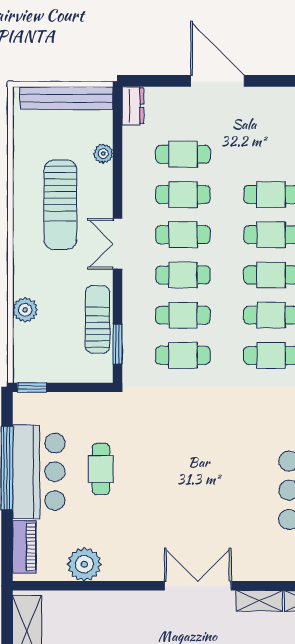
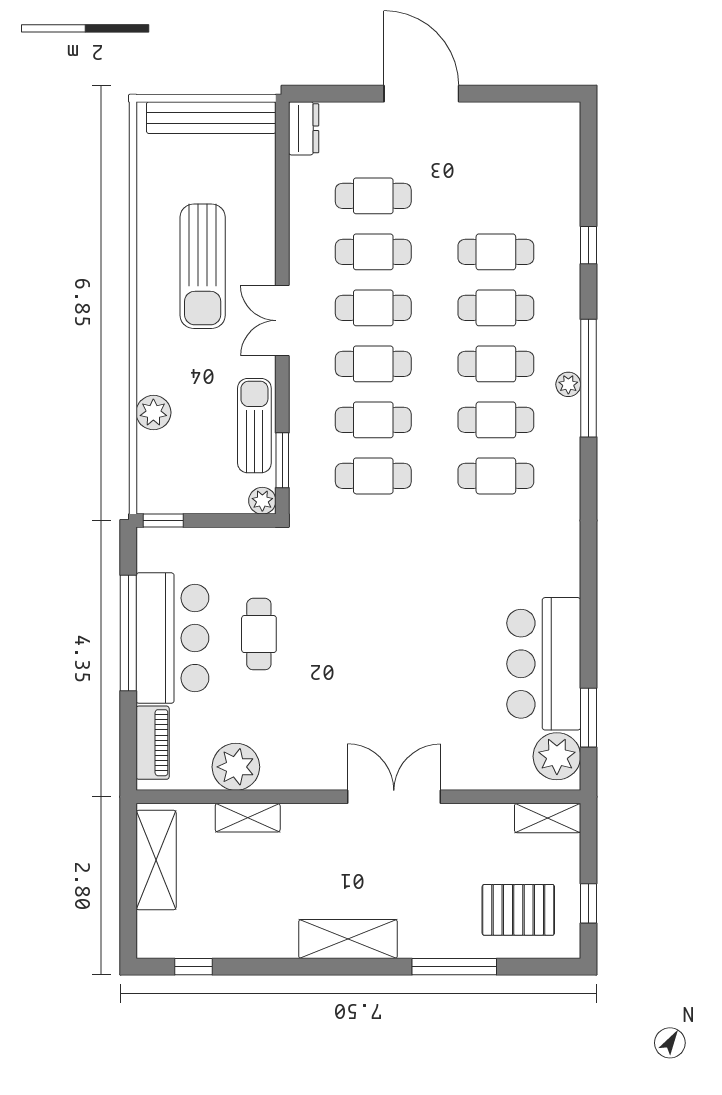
plant: (103, 154) -> (262, 501), moved
shelving: (259, 601) -> (248, 818), moved

